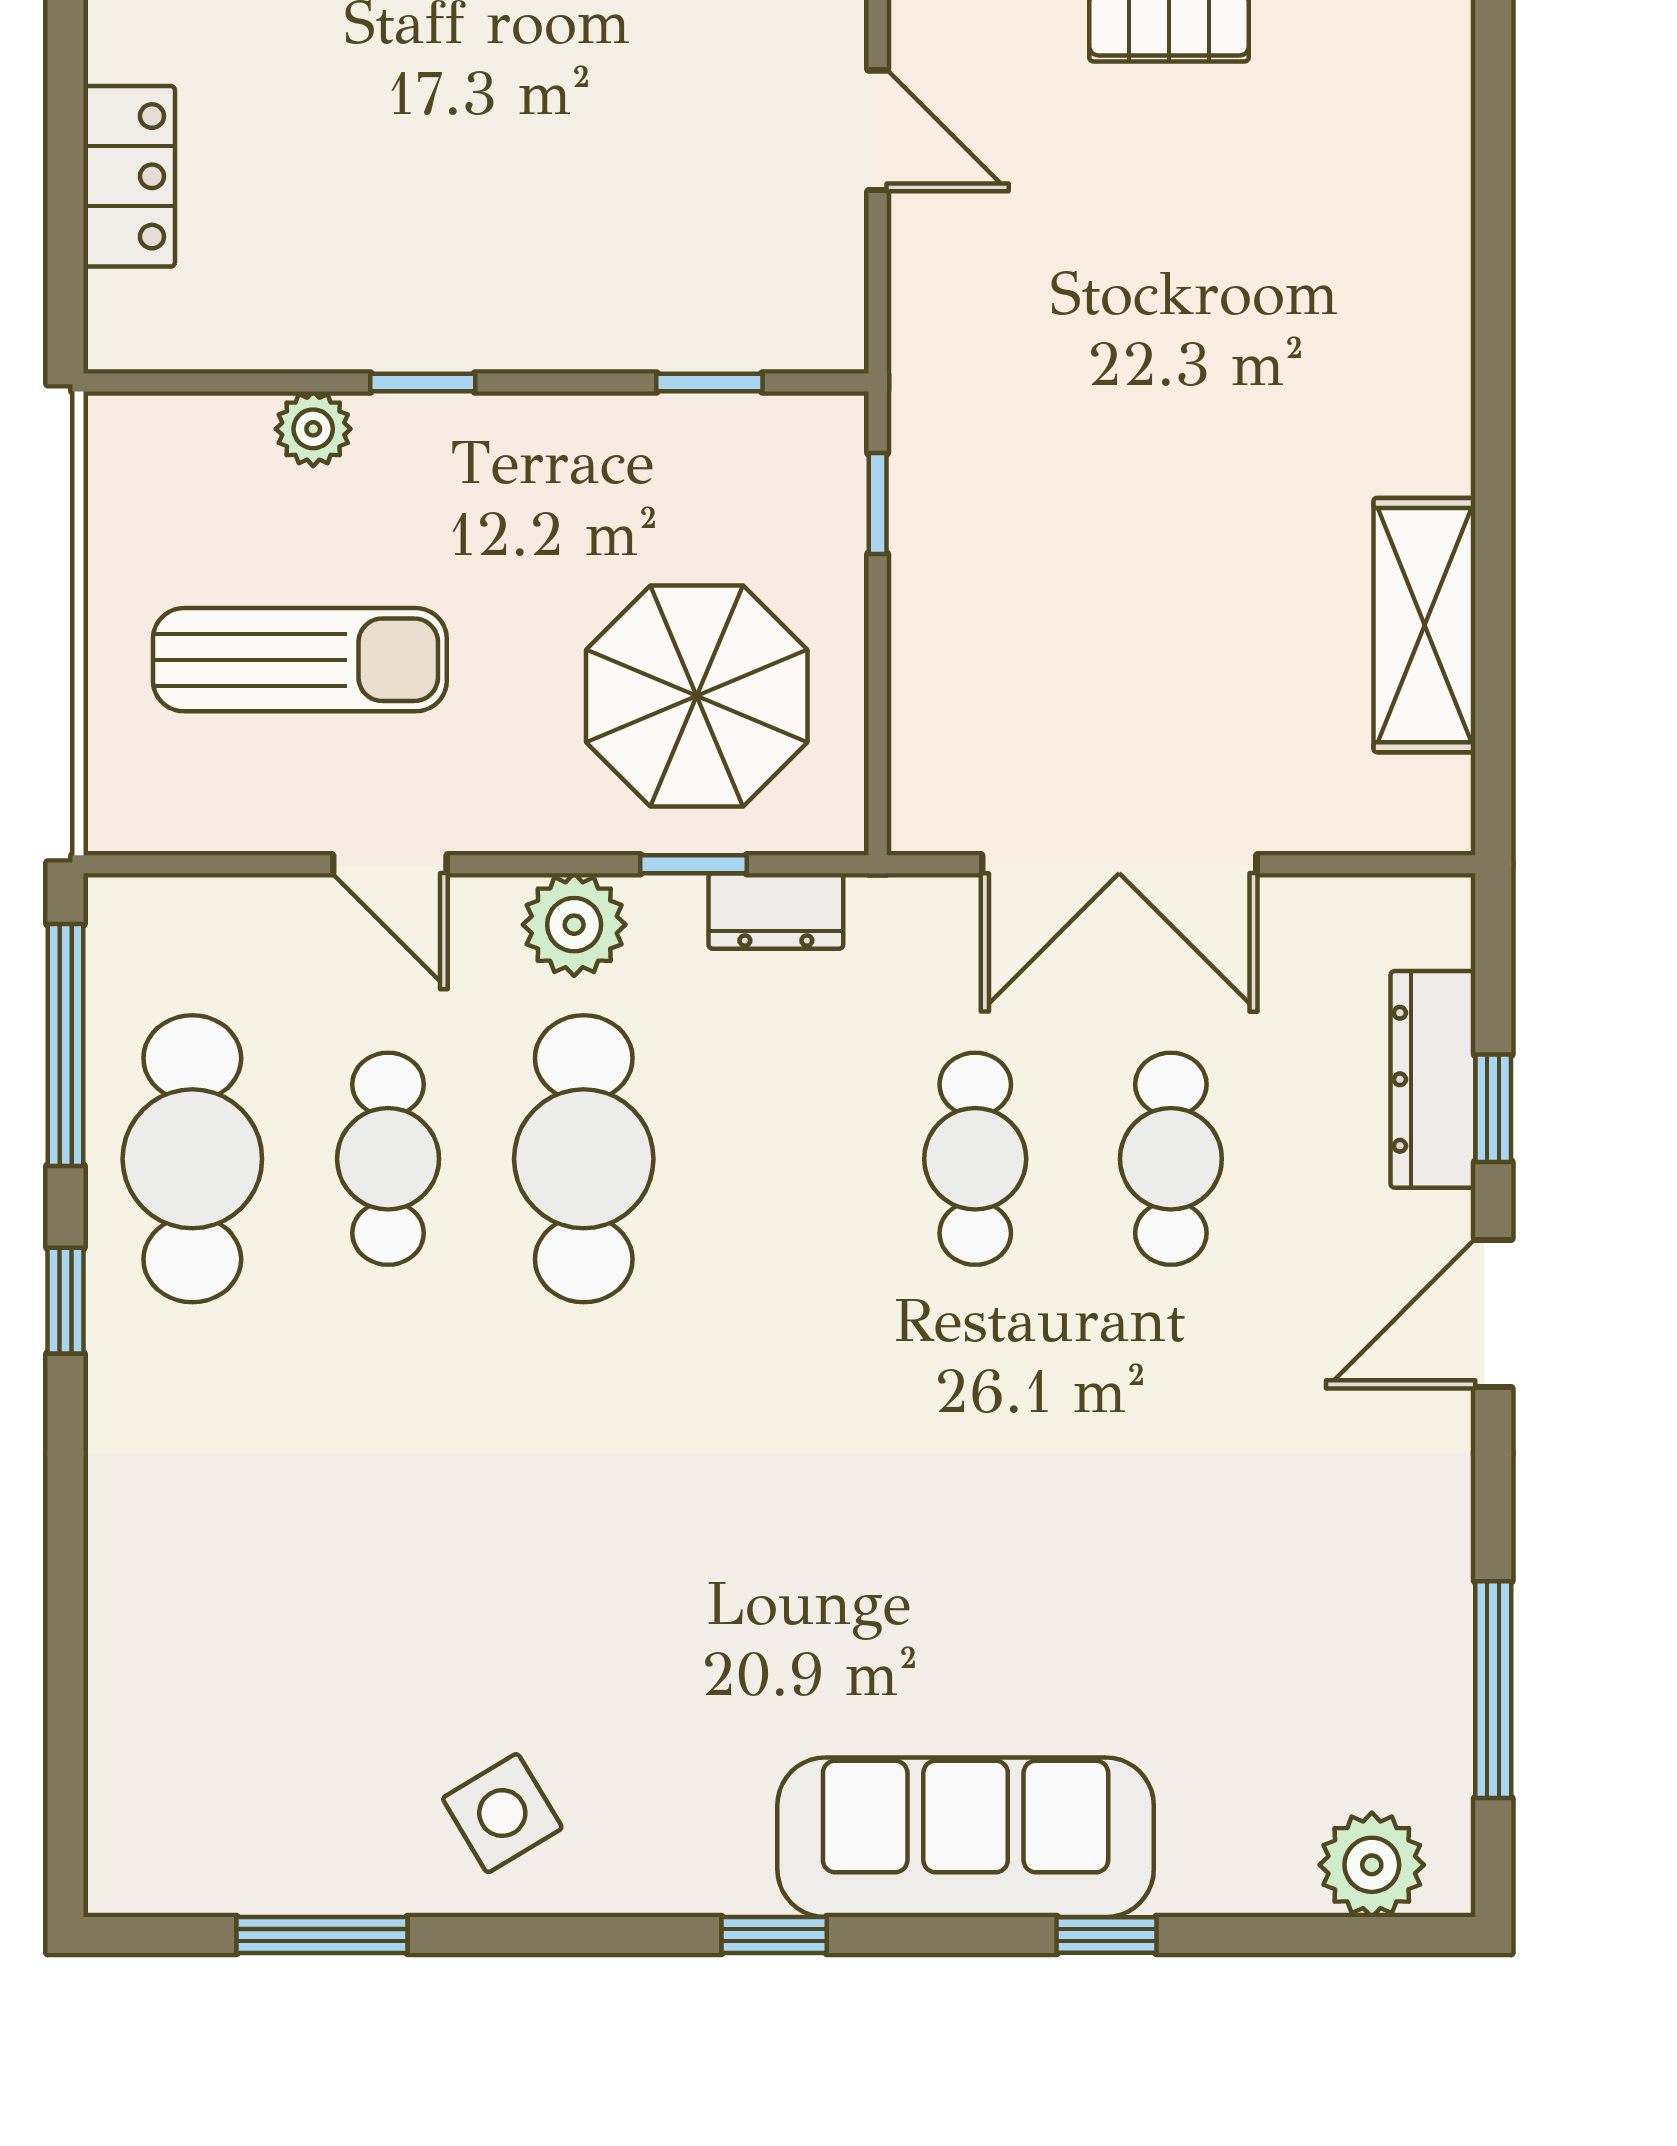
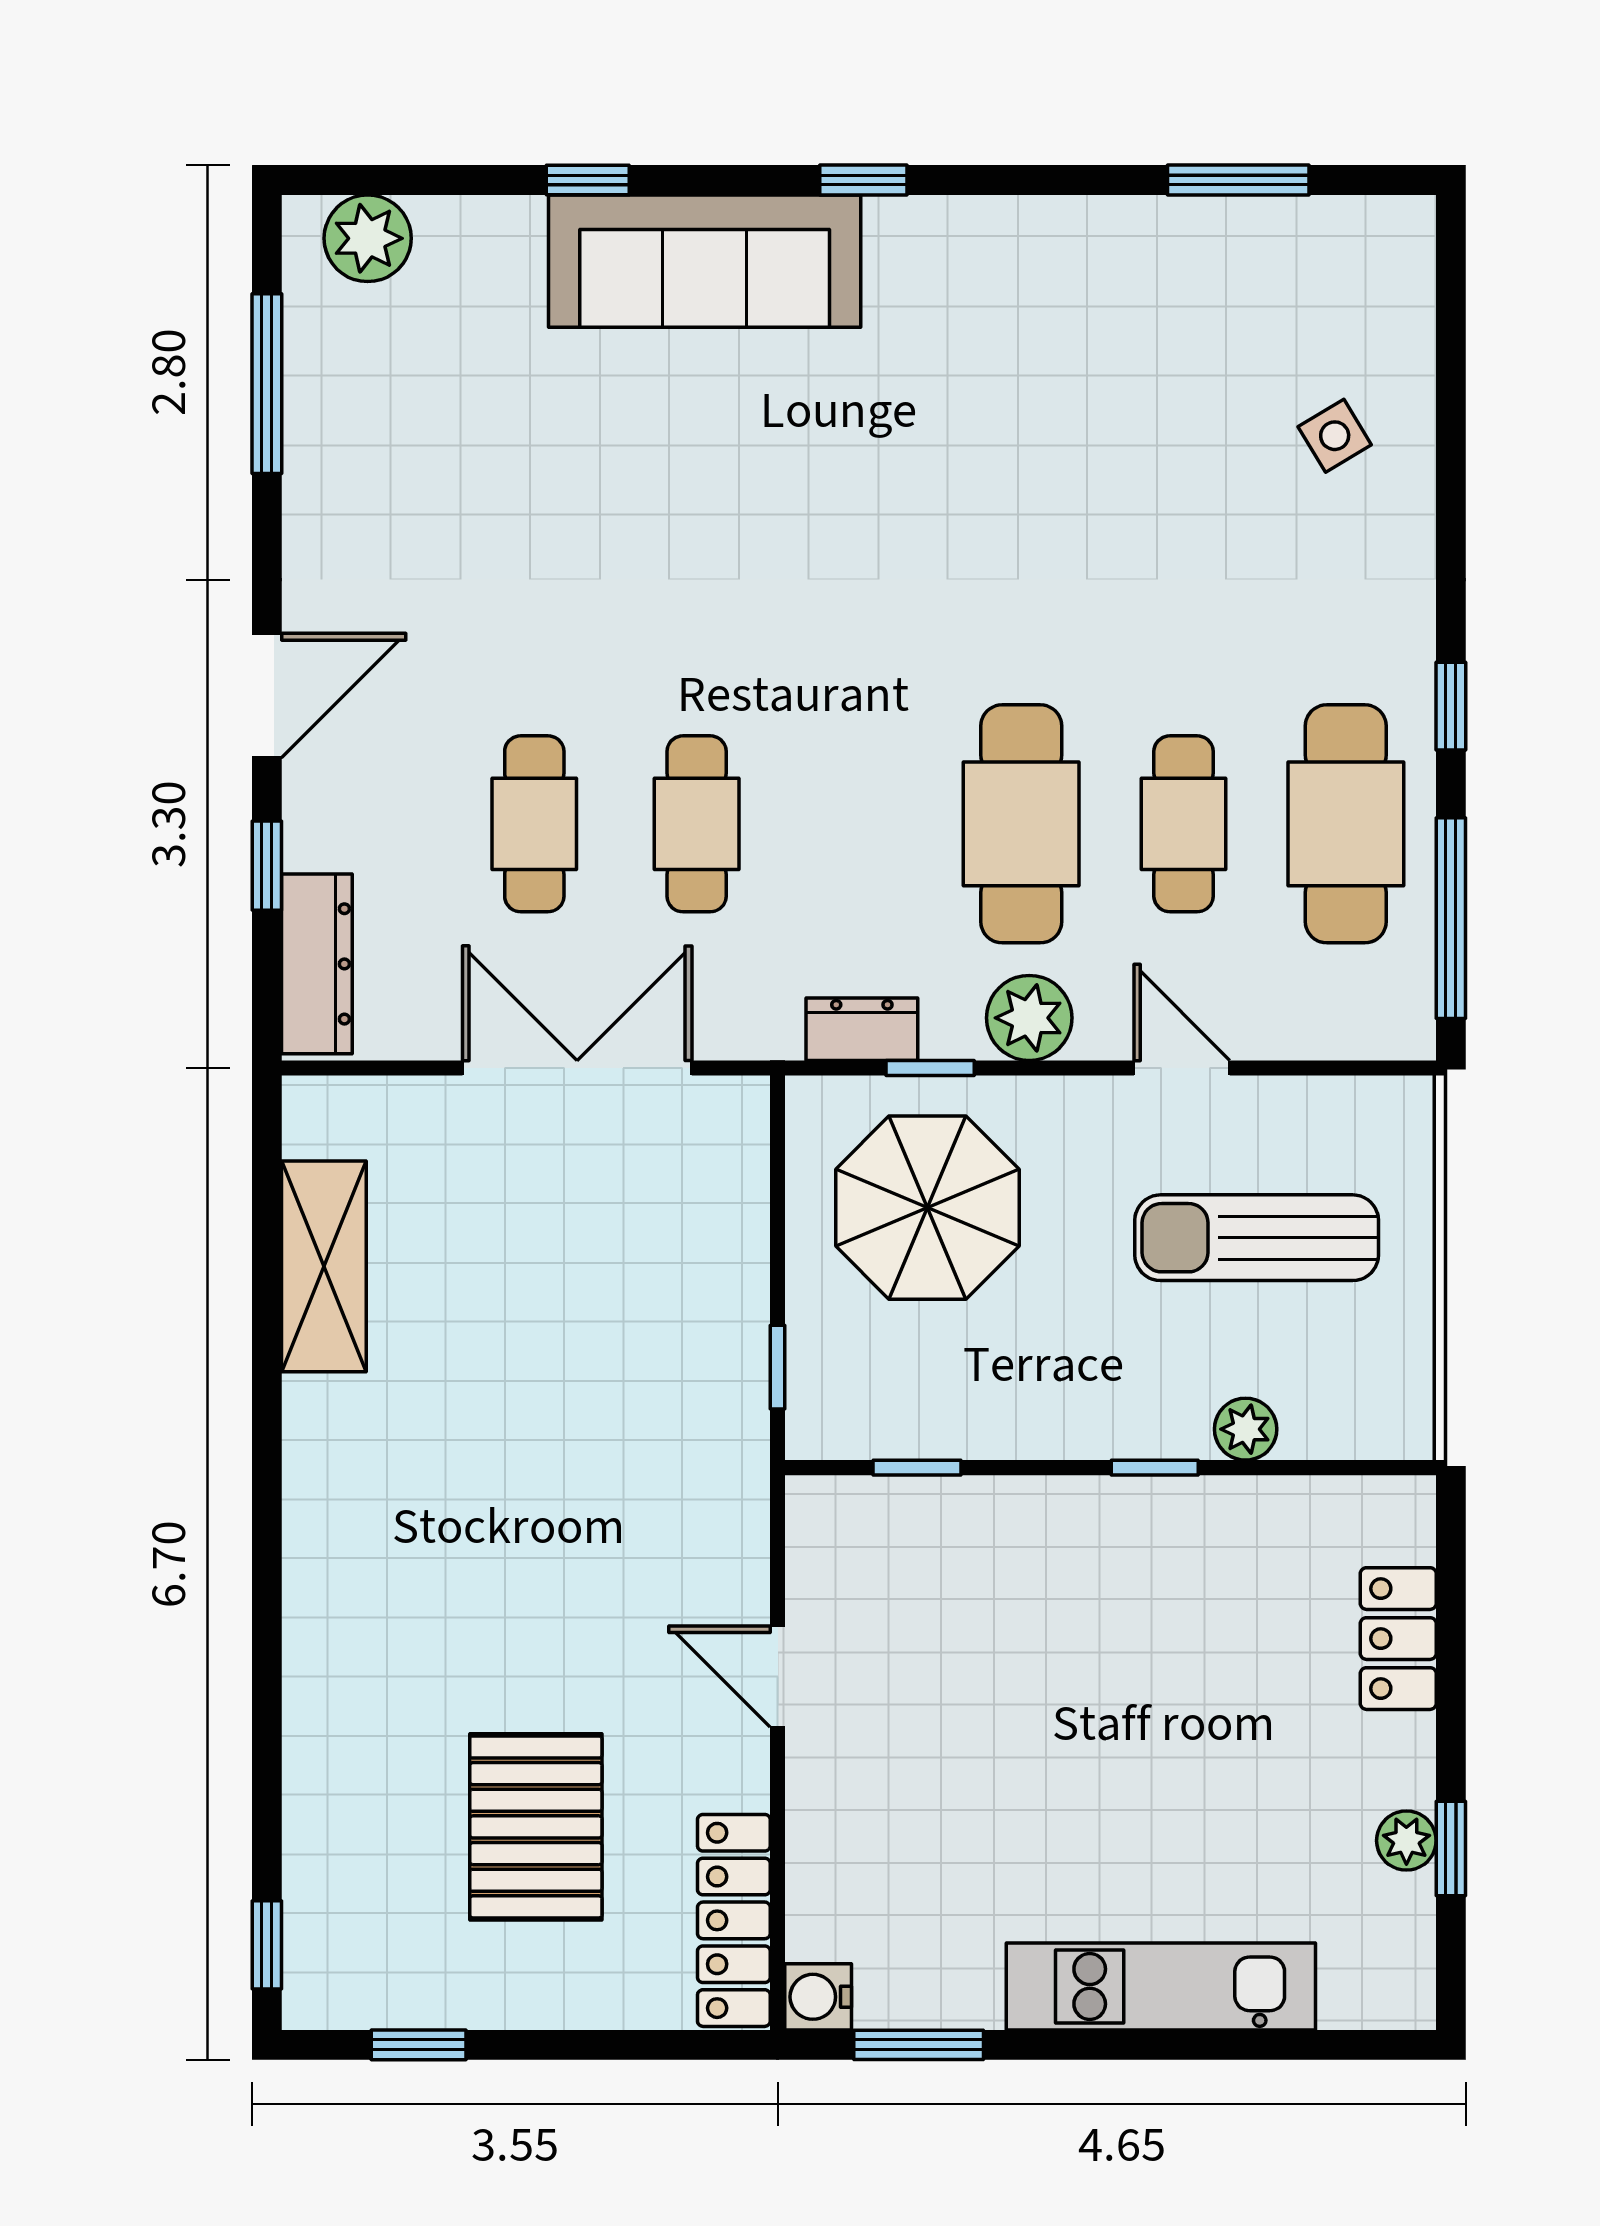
dresser: (1433, 1079) -> (317, 964), moved
side table: (502, 1813) -> (1335, 436), moved, width x0.73, depth x0.73

